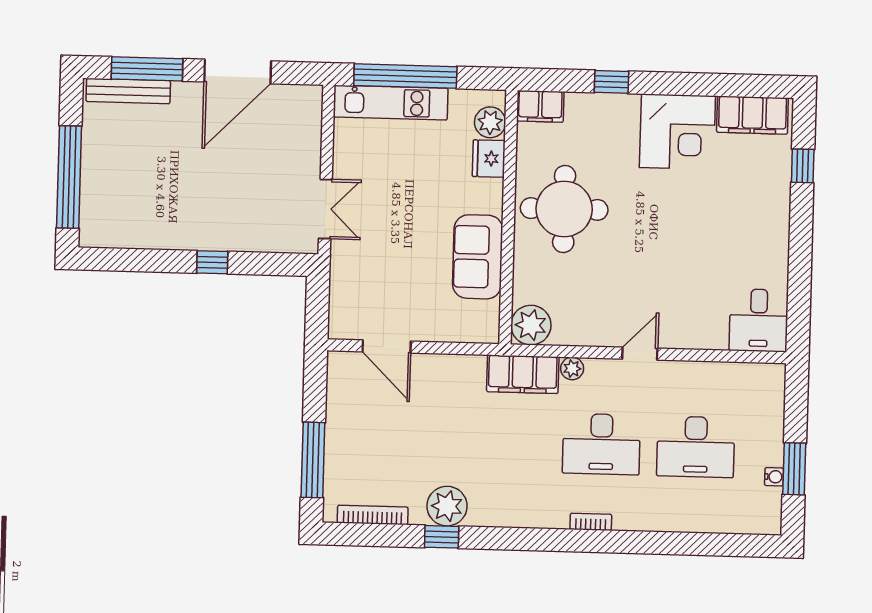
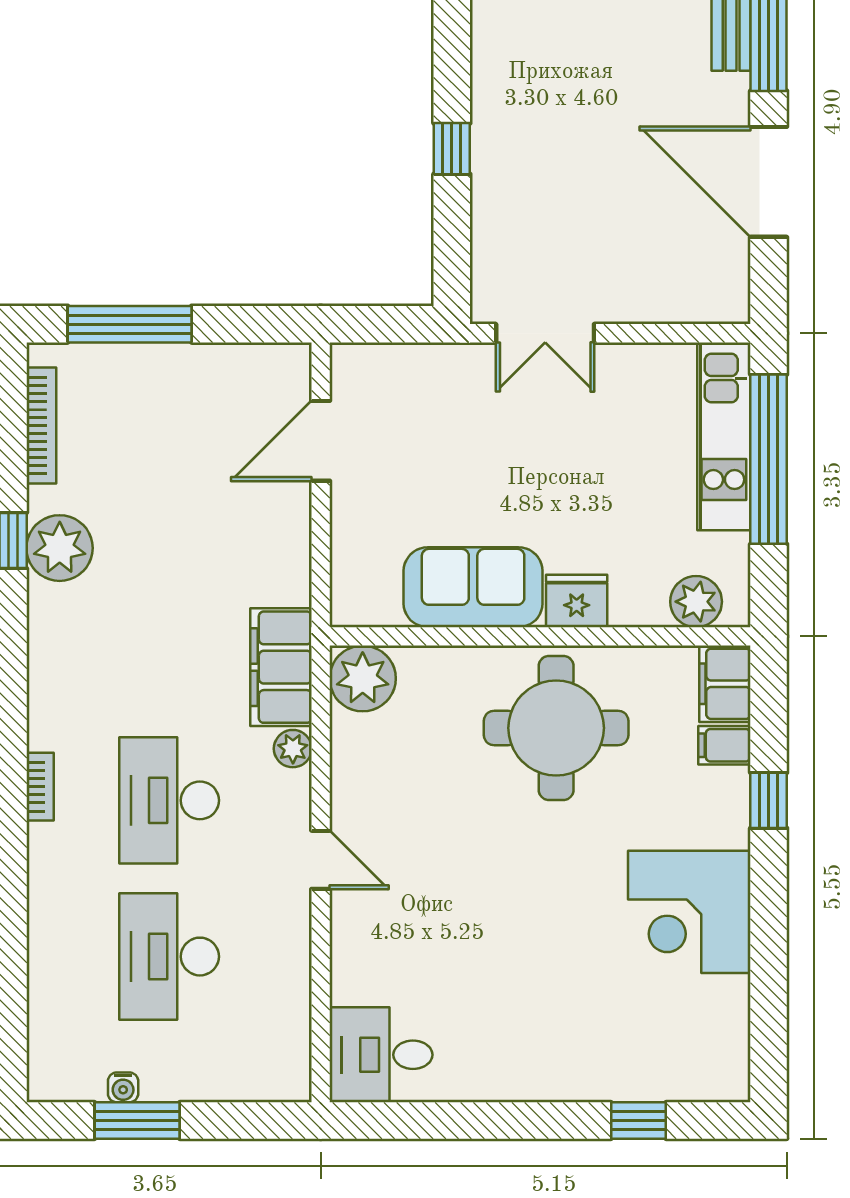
filing cabinet: (752, 115) -> (724, 745), moved, width x0.33, depth x0.86
fridge: (489, 159) -> (577, 601), moved

